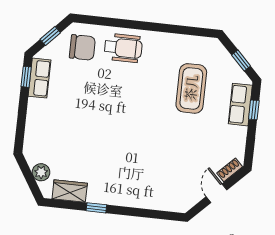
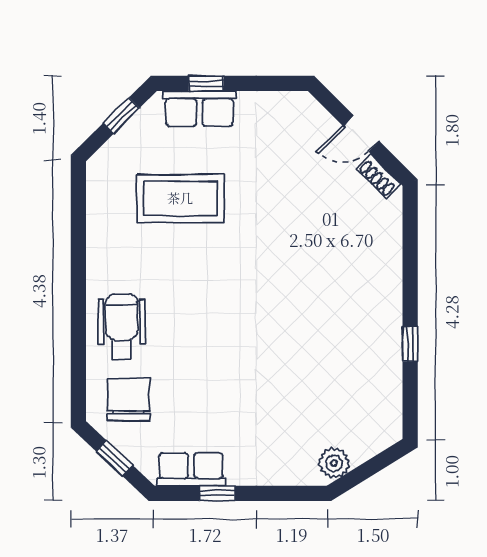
window: (26, 77) -> (217, 493), moved
shoe rack: (230, 170) -> (379, 176), moved
plant: (41, 172) -> (334, 463), moved
wardrobe: (70, 191) -> (385, 394), removed

